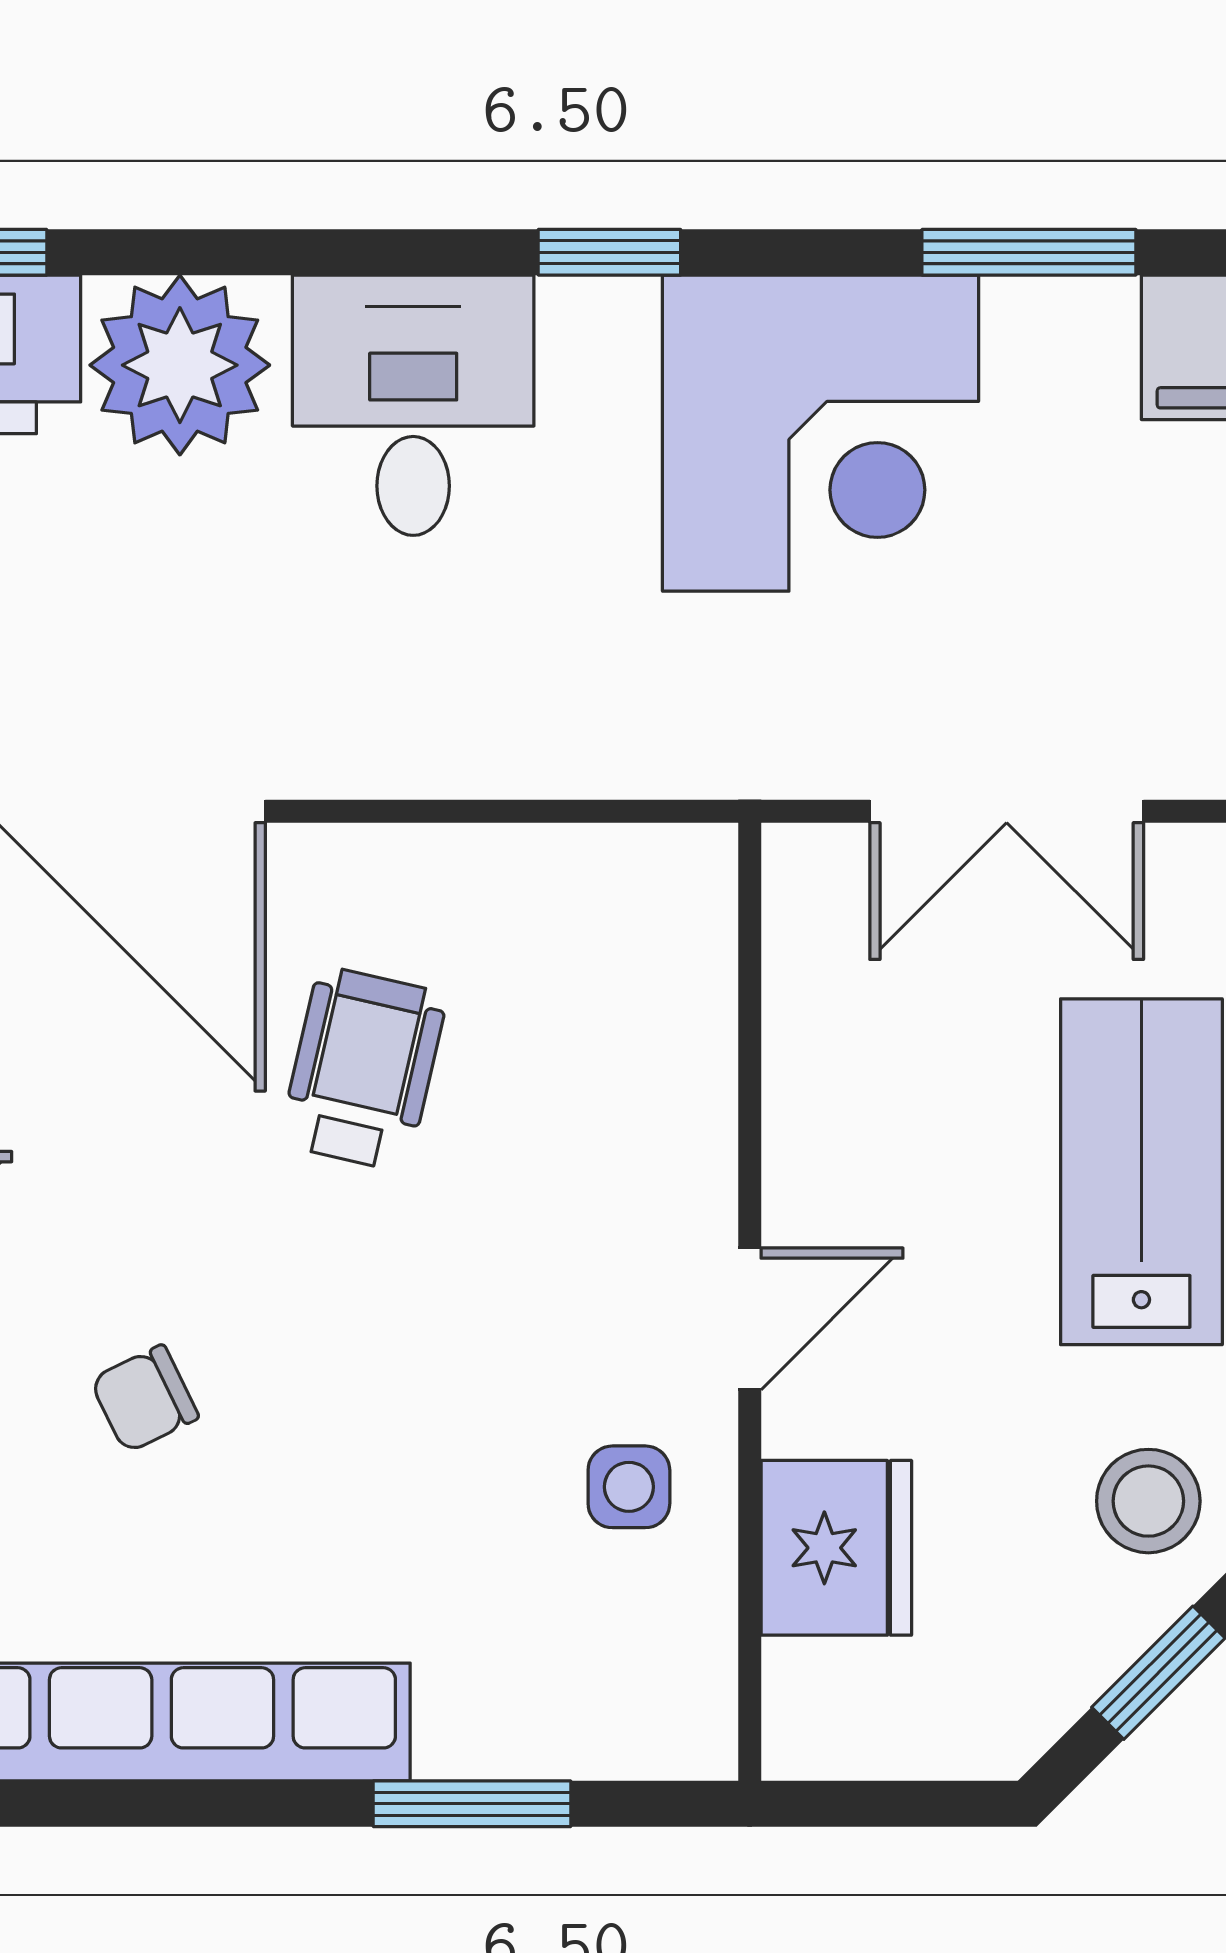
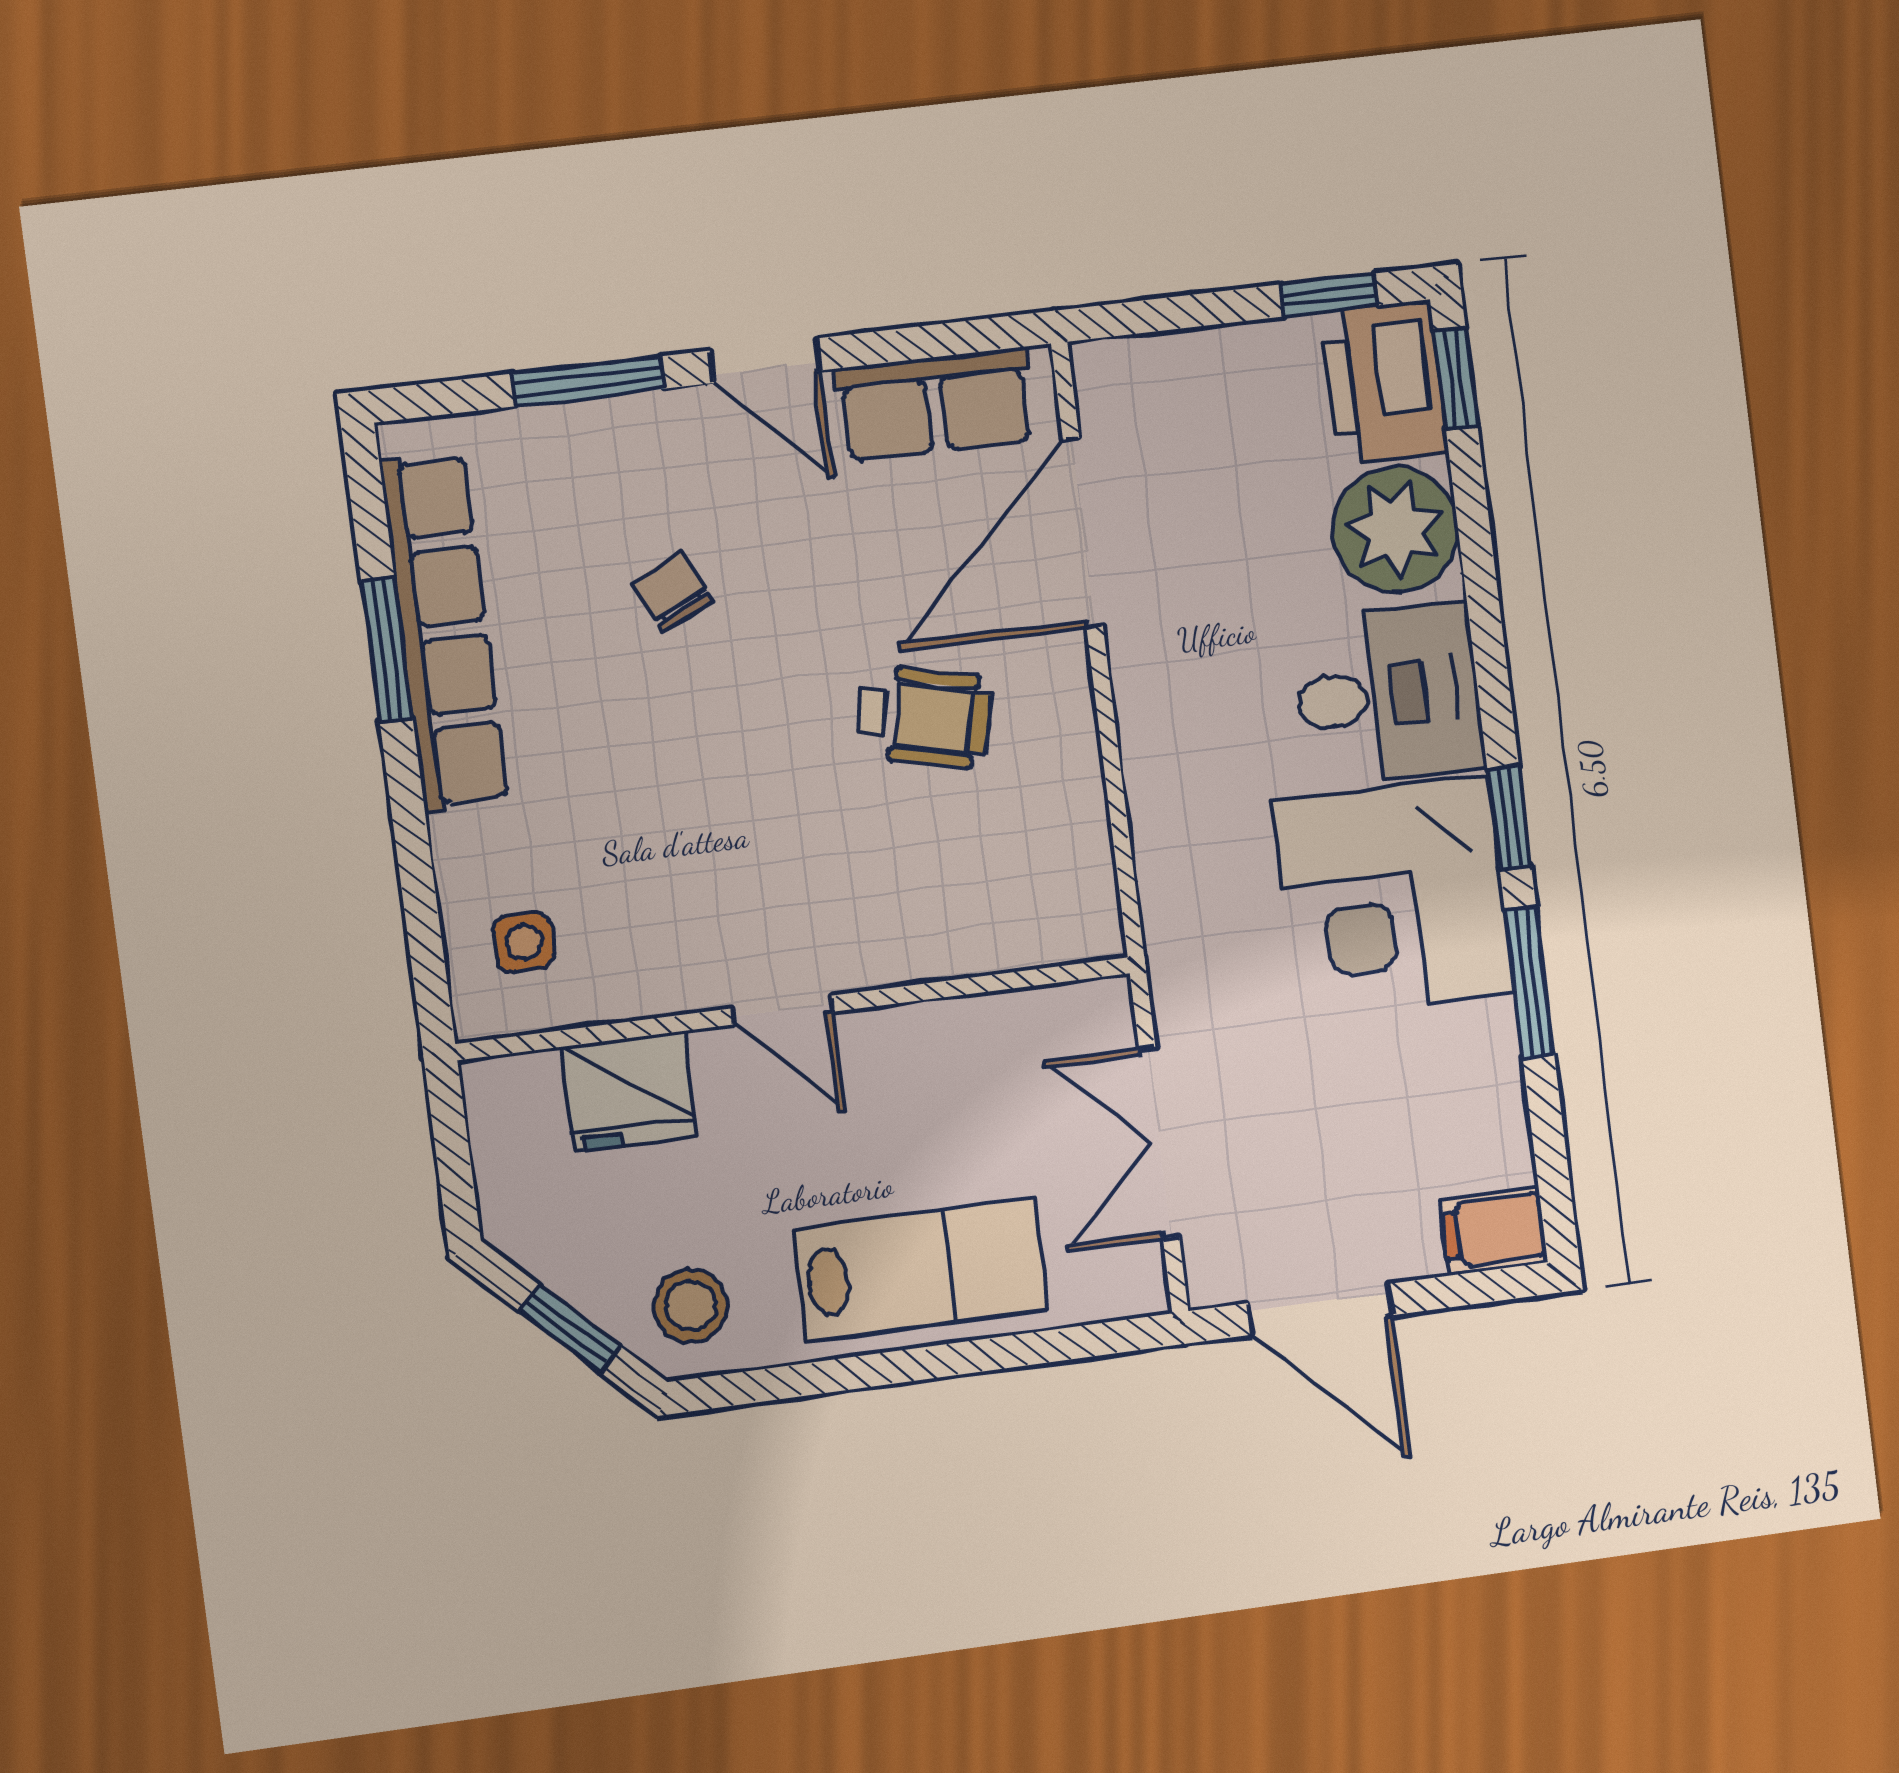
window: (1029, 252) -> (1529, 982), moved
corner desk: (821, 433) -> (1393, 897), moved
side table: (629, 1487) -> (524, 942), moved
window: (472, 1804) -> (387, 650), moved

